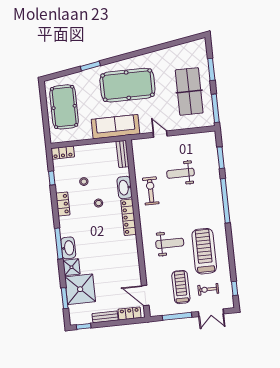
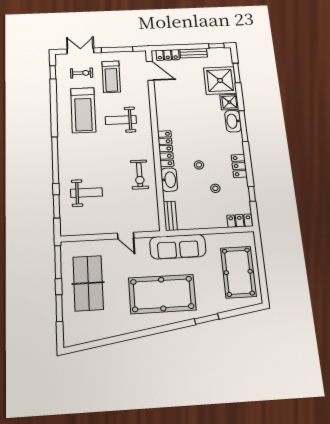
weight bench: (180, 173) -> (87, 193), moved

